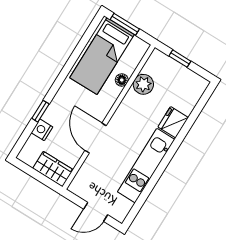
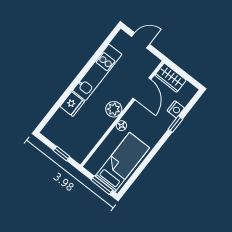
floor lamp: (122, 80) -> (121, 126), moved
plant: (143, 84) -> (114, 109), moved
door: (96, 138) -> (142, 89), moved

